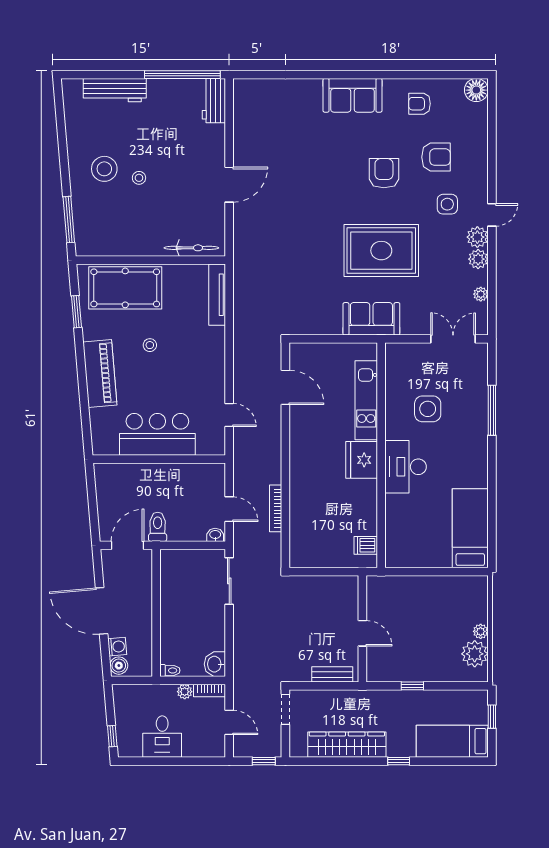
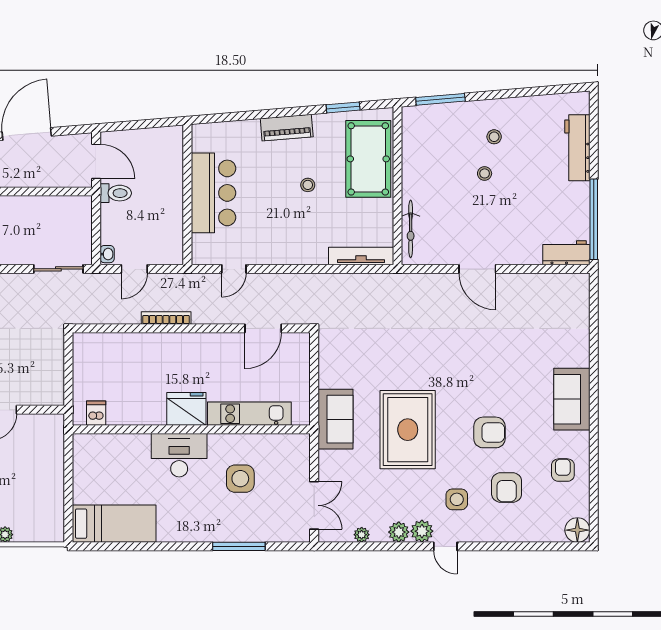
stool: (104, 169) -> (494, 137), width x0.53, depth x0.53
piano: (100, 373) -> (287, 128), width x0.73, depth x0.75
bookcase: (276, 508) -> (166, 318), moved

